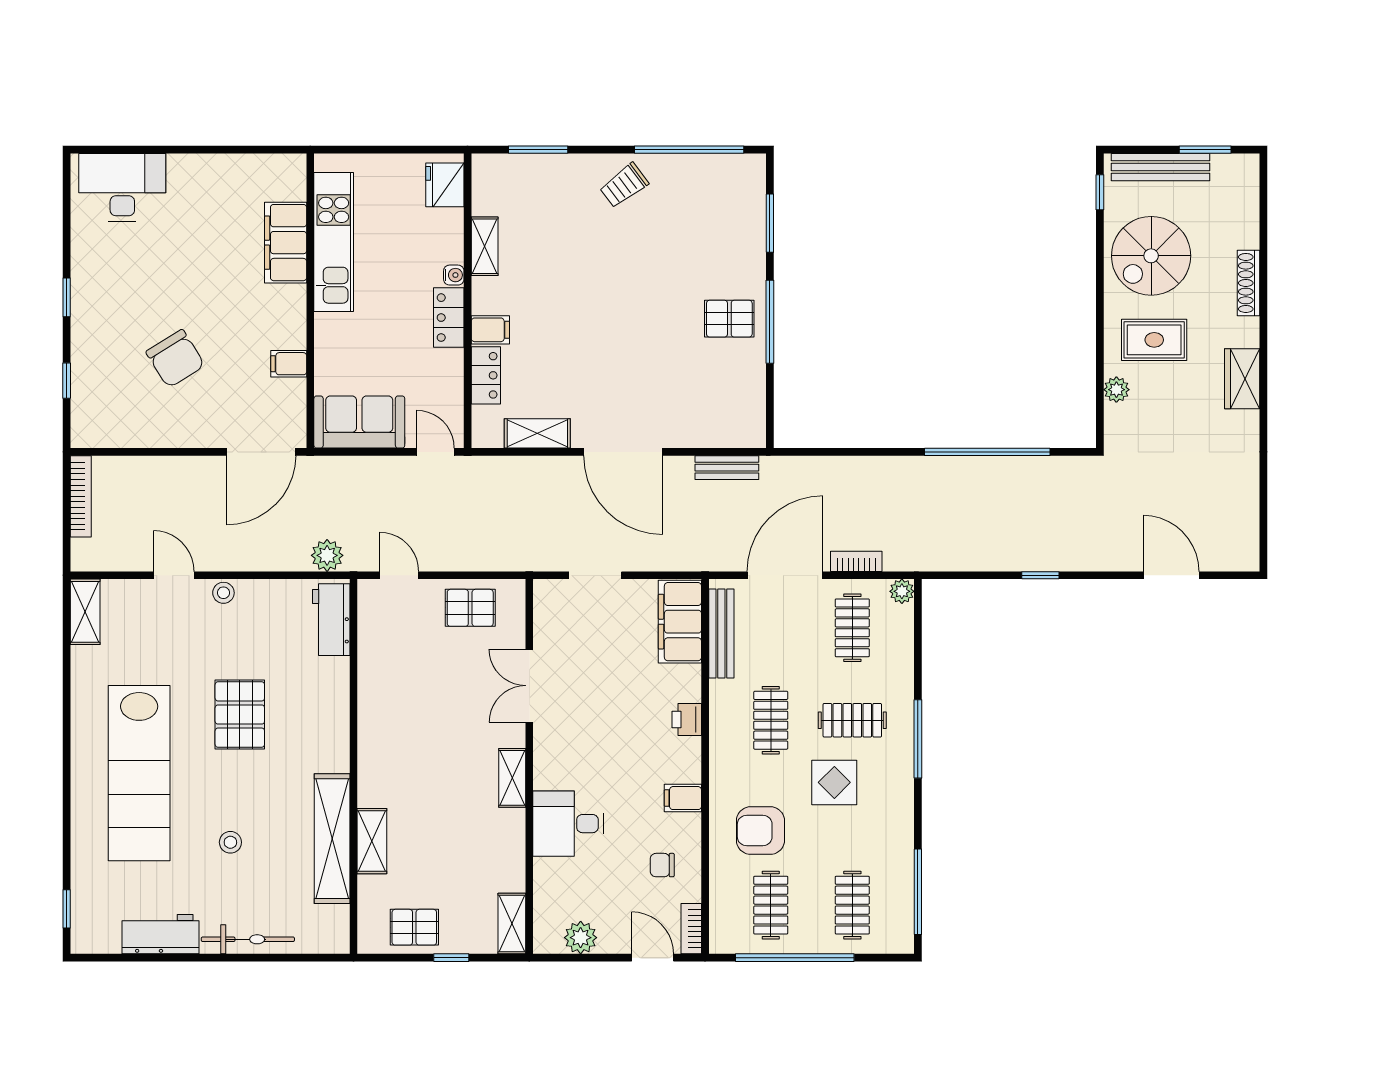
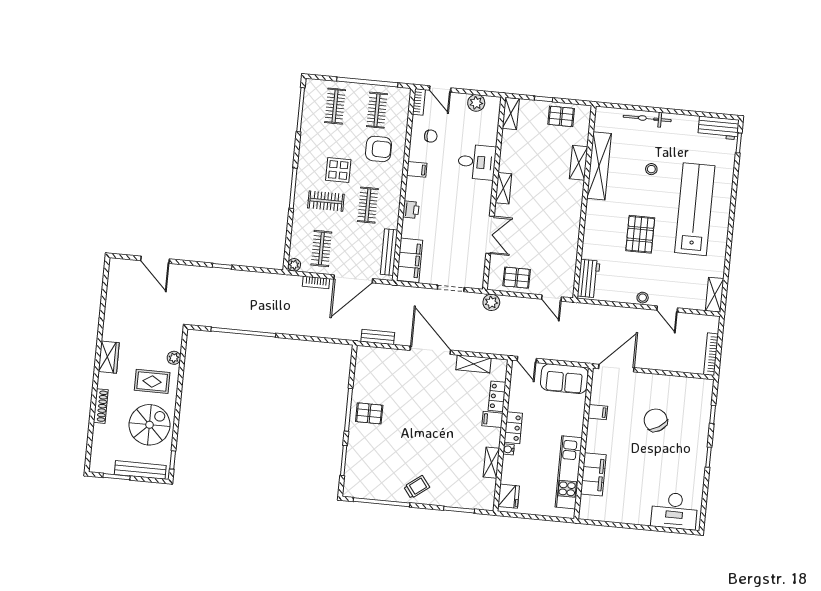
plant: (327, 555) -> (491, 302), moved
workbench: (161, 934) -> (718, 128), moved

